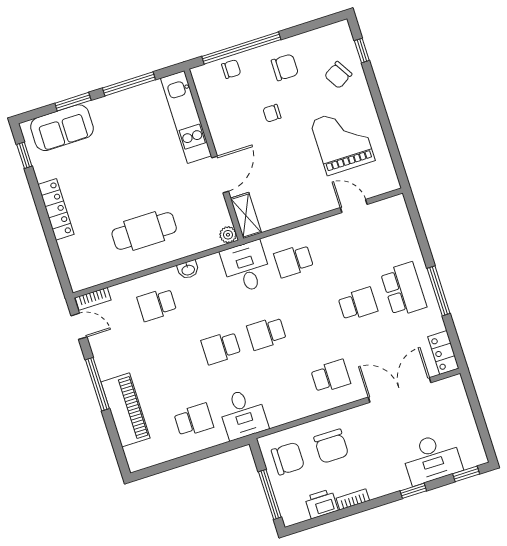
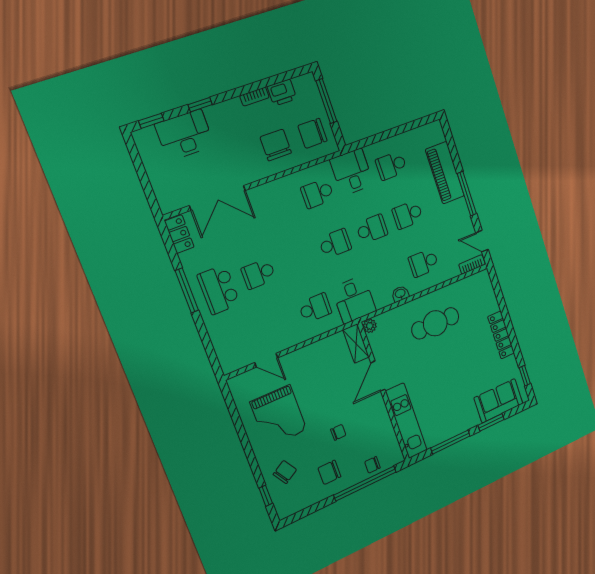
school desk: (157, 304) -> (424, 263), turned 180
school desk: (175, 362) -> (408, 215), added
school desk: (331, 376) -> (318, 193), moved

